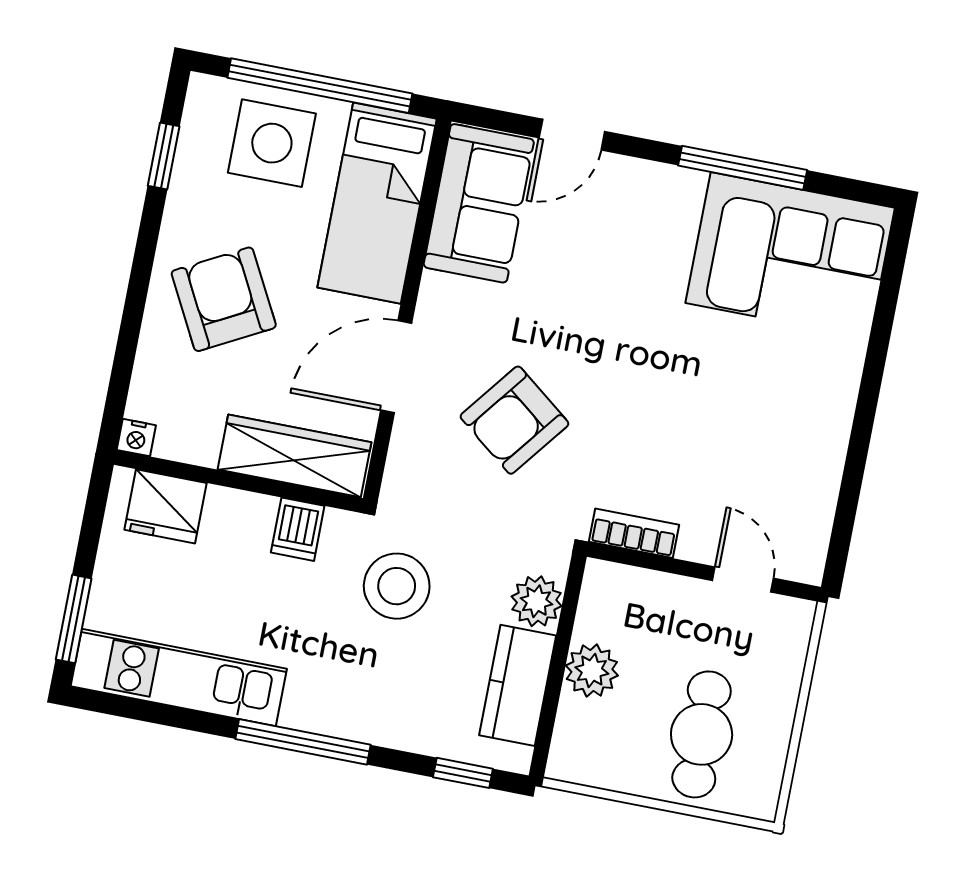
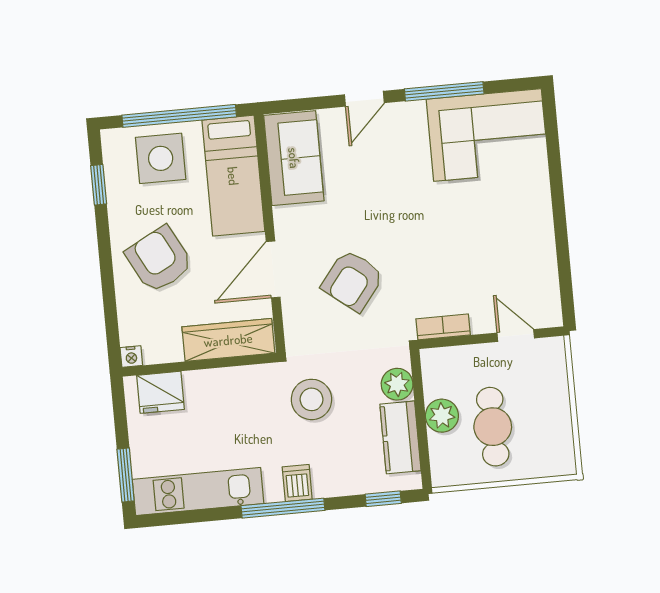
door: (572, 135) -> (364, 99), moved
dishwasher: (298, 529) -> (297, 483), moved, turned 180
cafe table: (702, 734) -> (493, 427), moved

